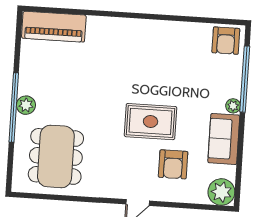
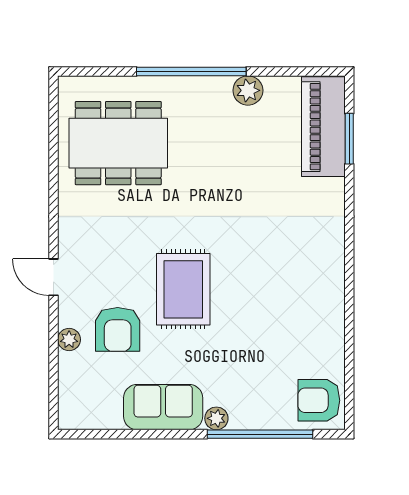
window: (62, 11) -> (349, 139), added
plant: (26, 105) -> (248, 90), moved
armchair: (173, 164) -> (118, 329), turned -90
plant: (221, 192) -> (69, 340), moved, width x0.53, depth x0.53

